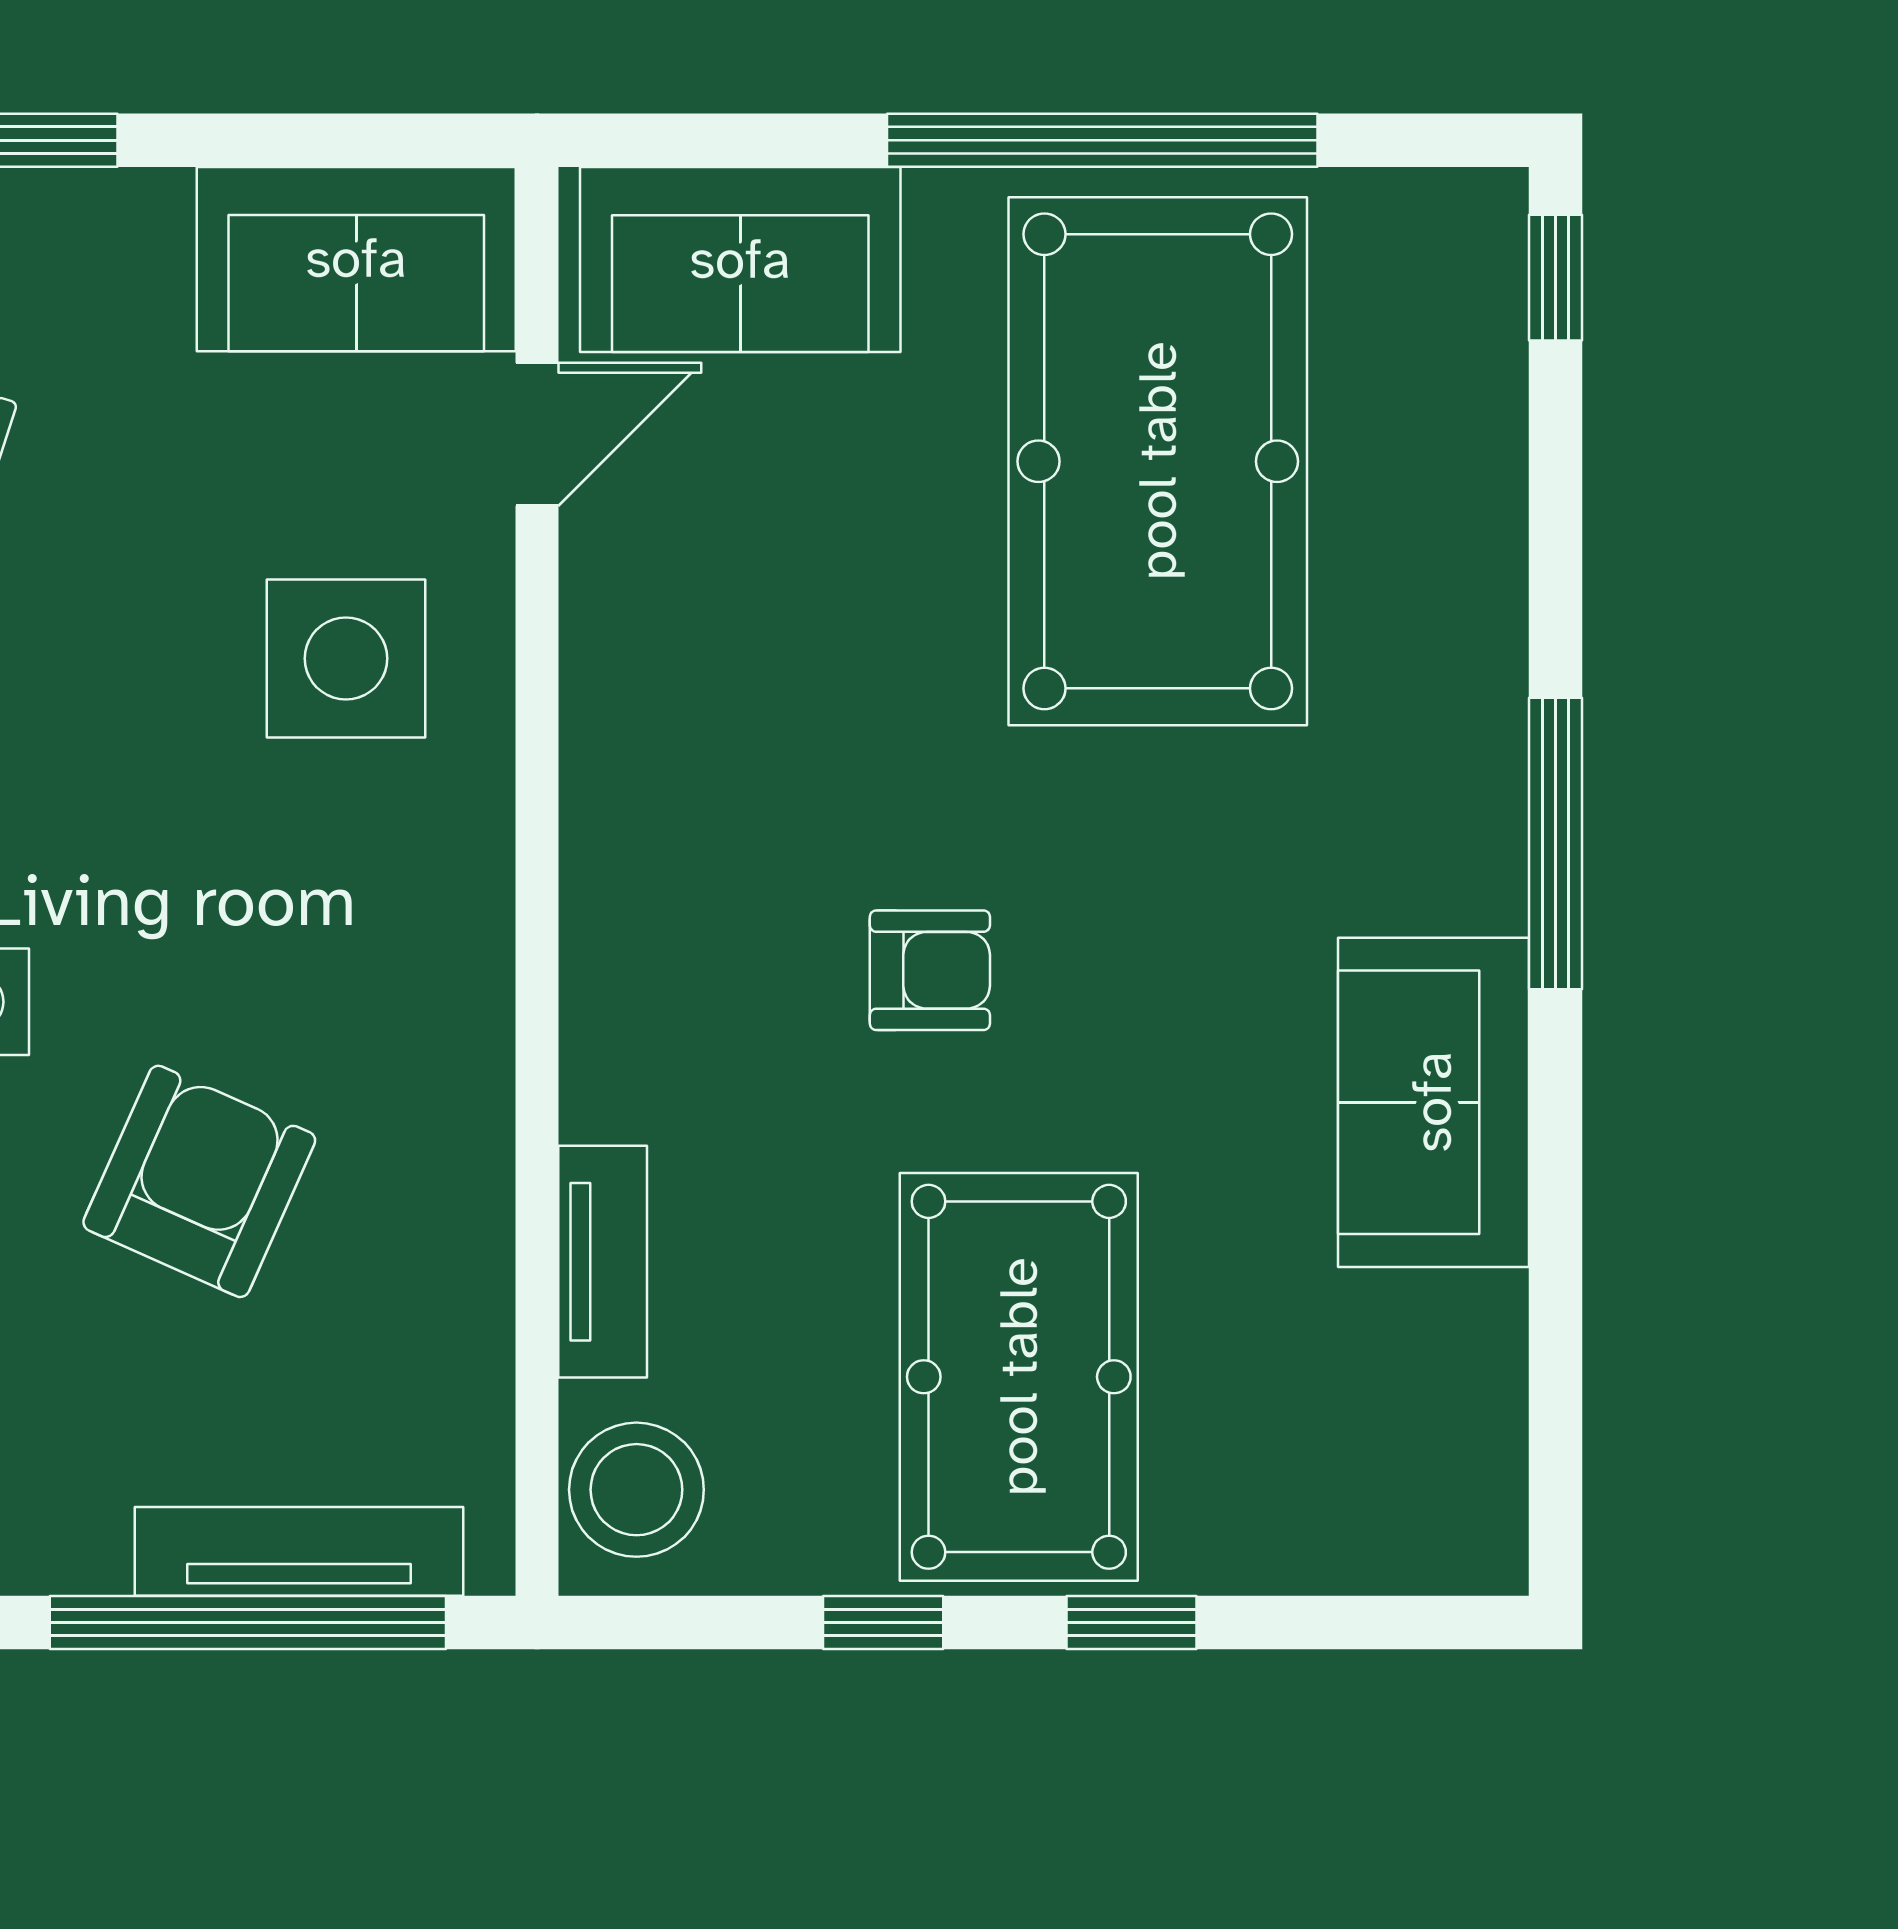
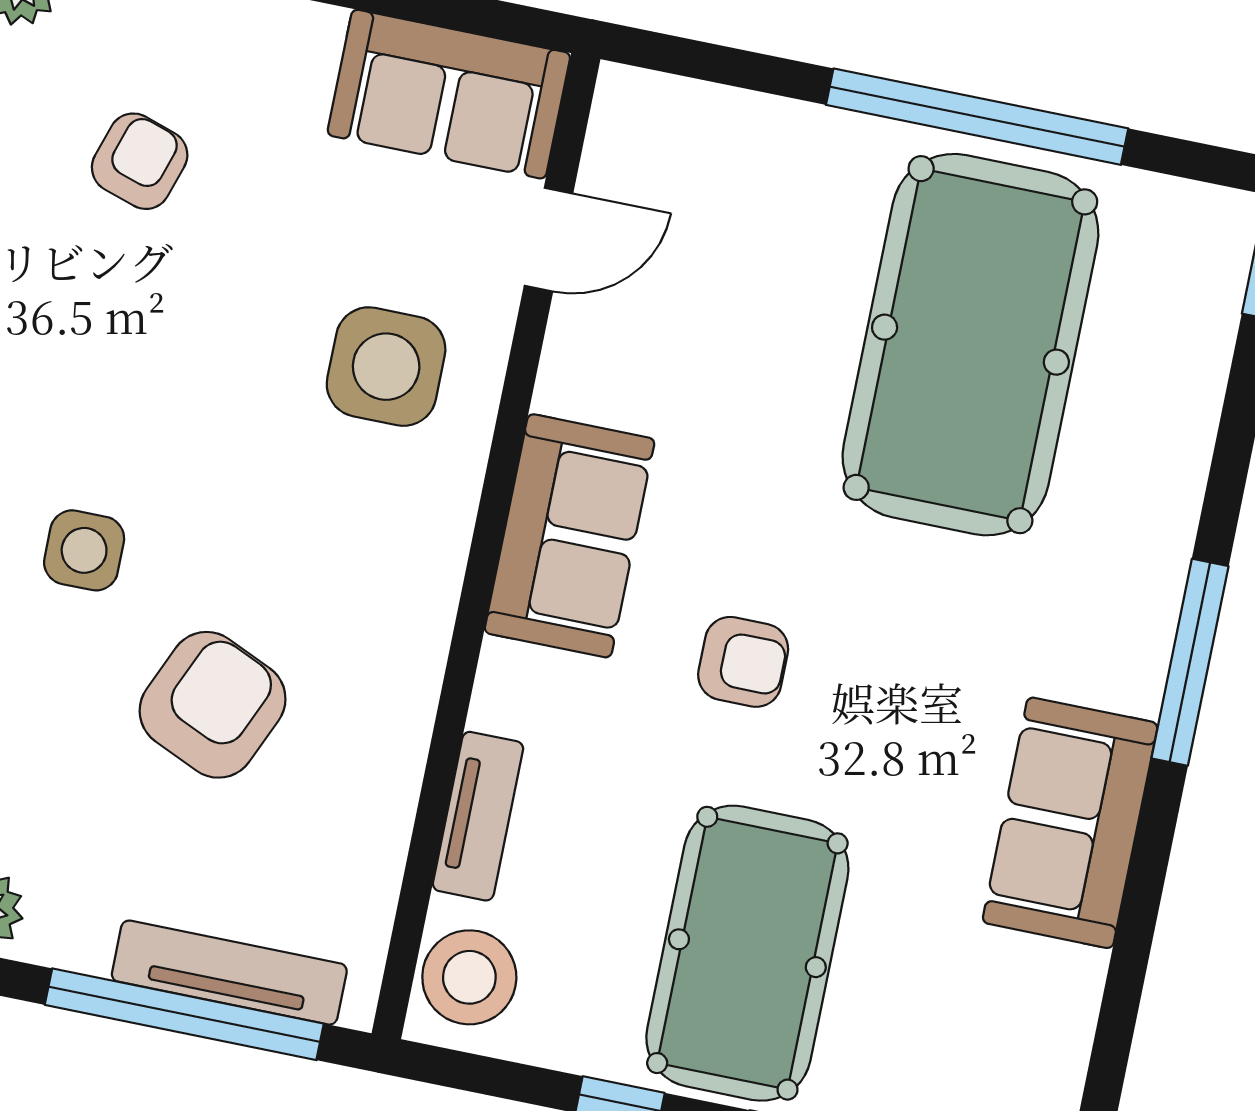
sofa: (740, 260) -> (570, 536), moved, turned -90

